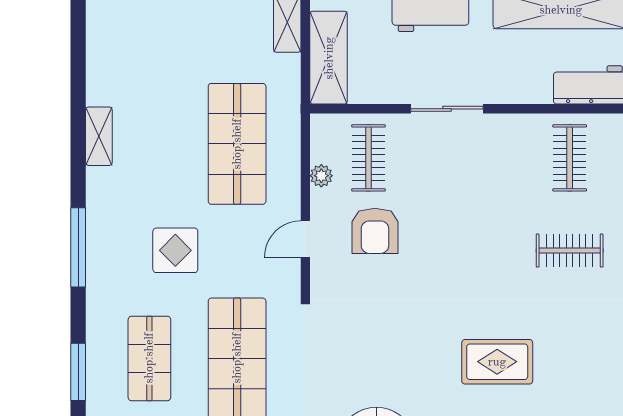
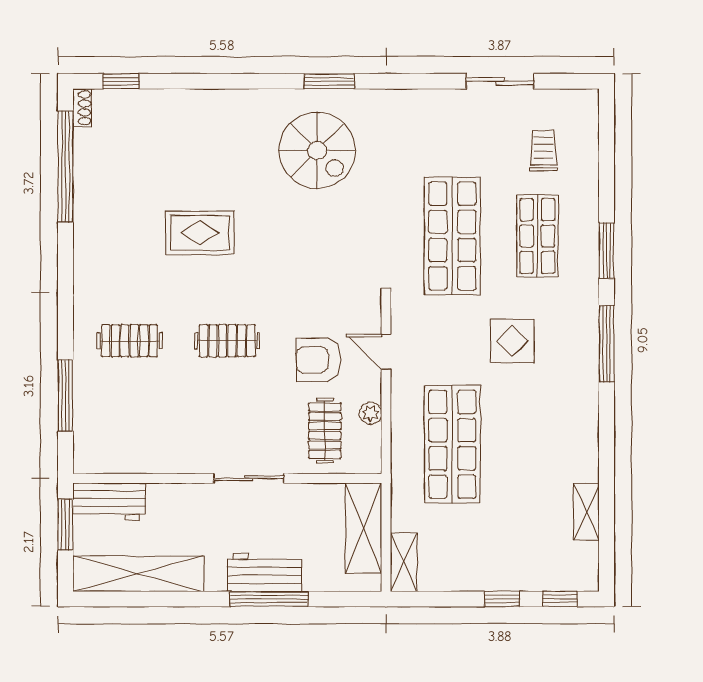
shelving: (99, 136) -> (586, 512), moved
clothes rail: (570, 158) -> (227, 341), moved, turned 90
armchair: (375, 231) -> (318, 360), turned -90
door: (305, 239) -> (386, 352), swing flipped
window: (78, 372) -> (607, 250), moved

